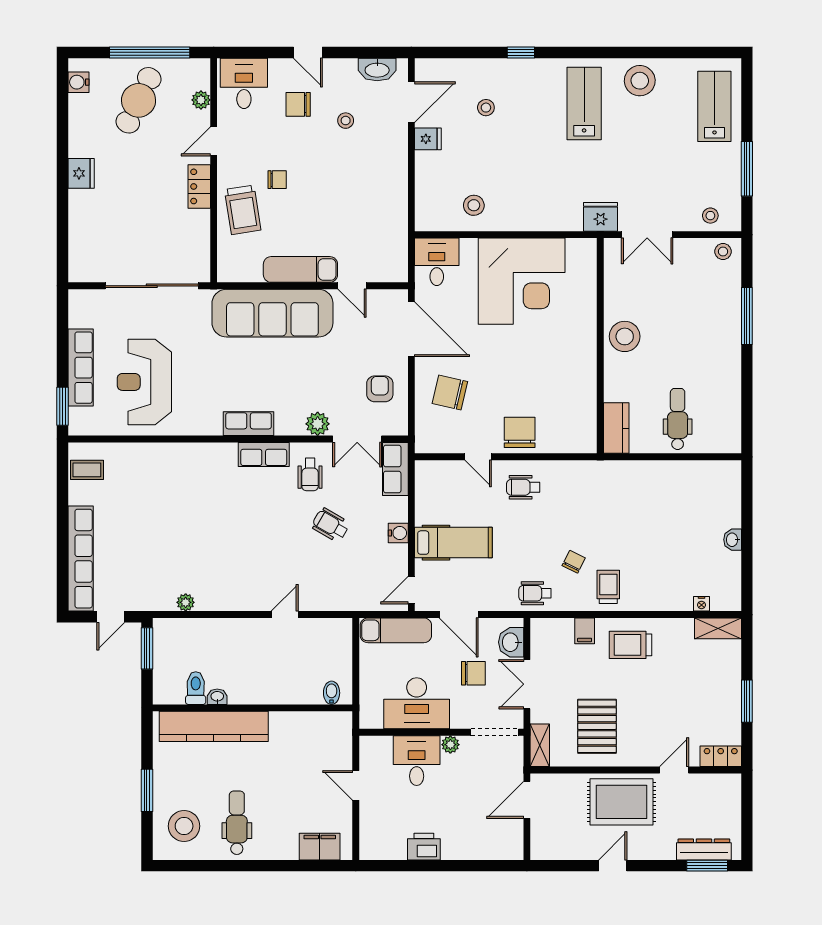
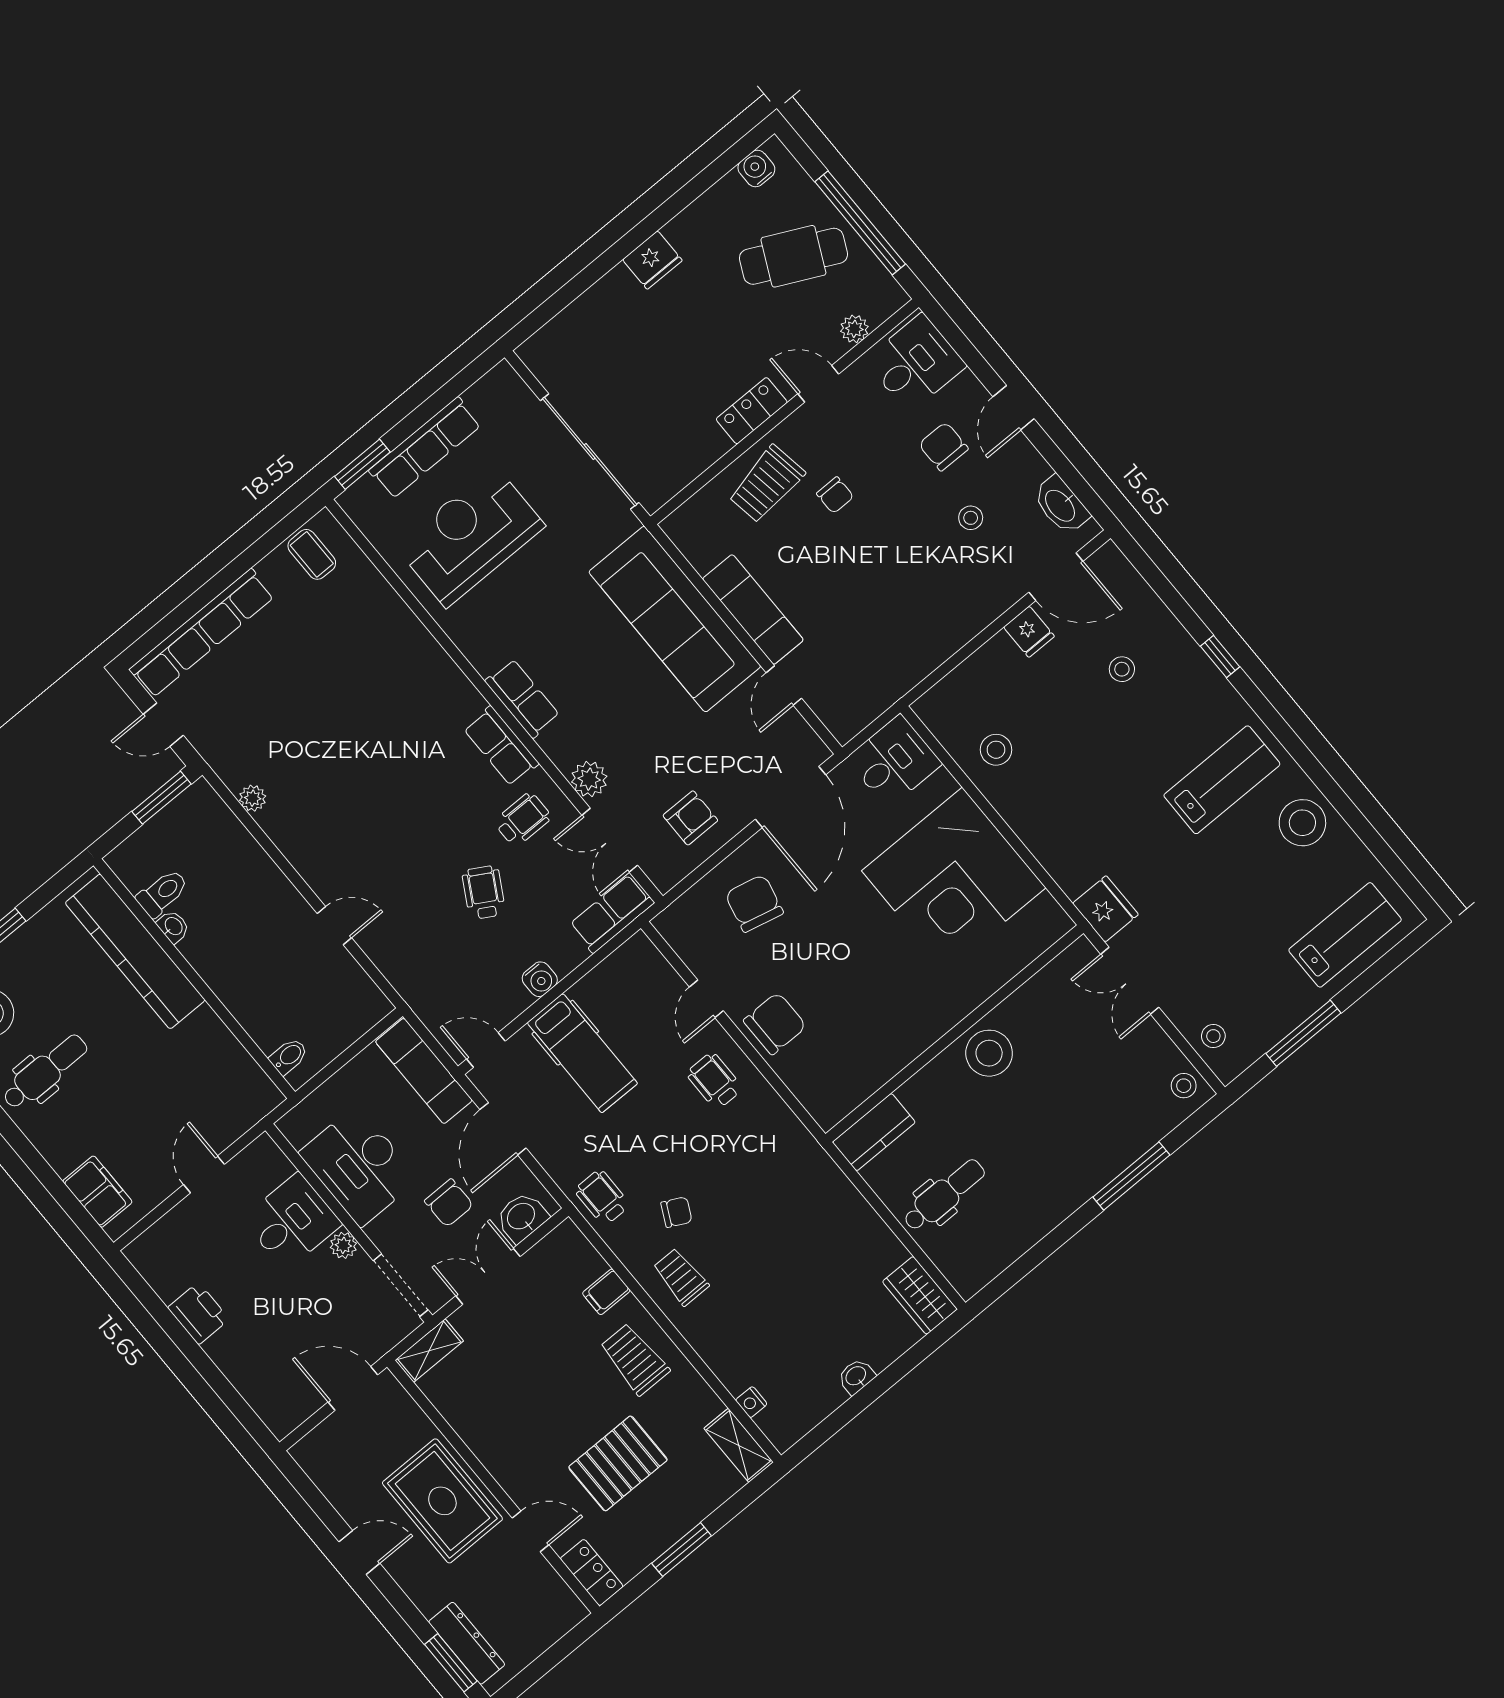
wardrobe: (718, 473) -> (920, 1295), added
wheelchair: (310, 475) -> (523, 820), turned 180
trolley: (608, 587) -> (681, 1277), turned -90
pallet: (597, 726) -> (618, 1463), moved

